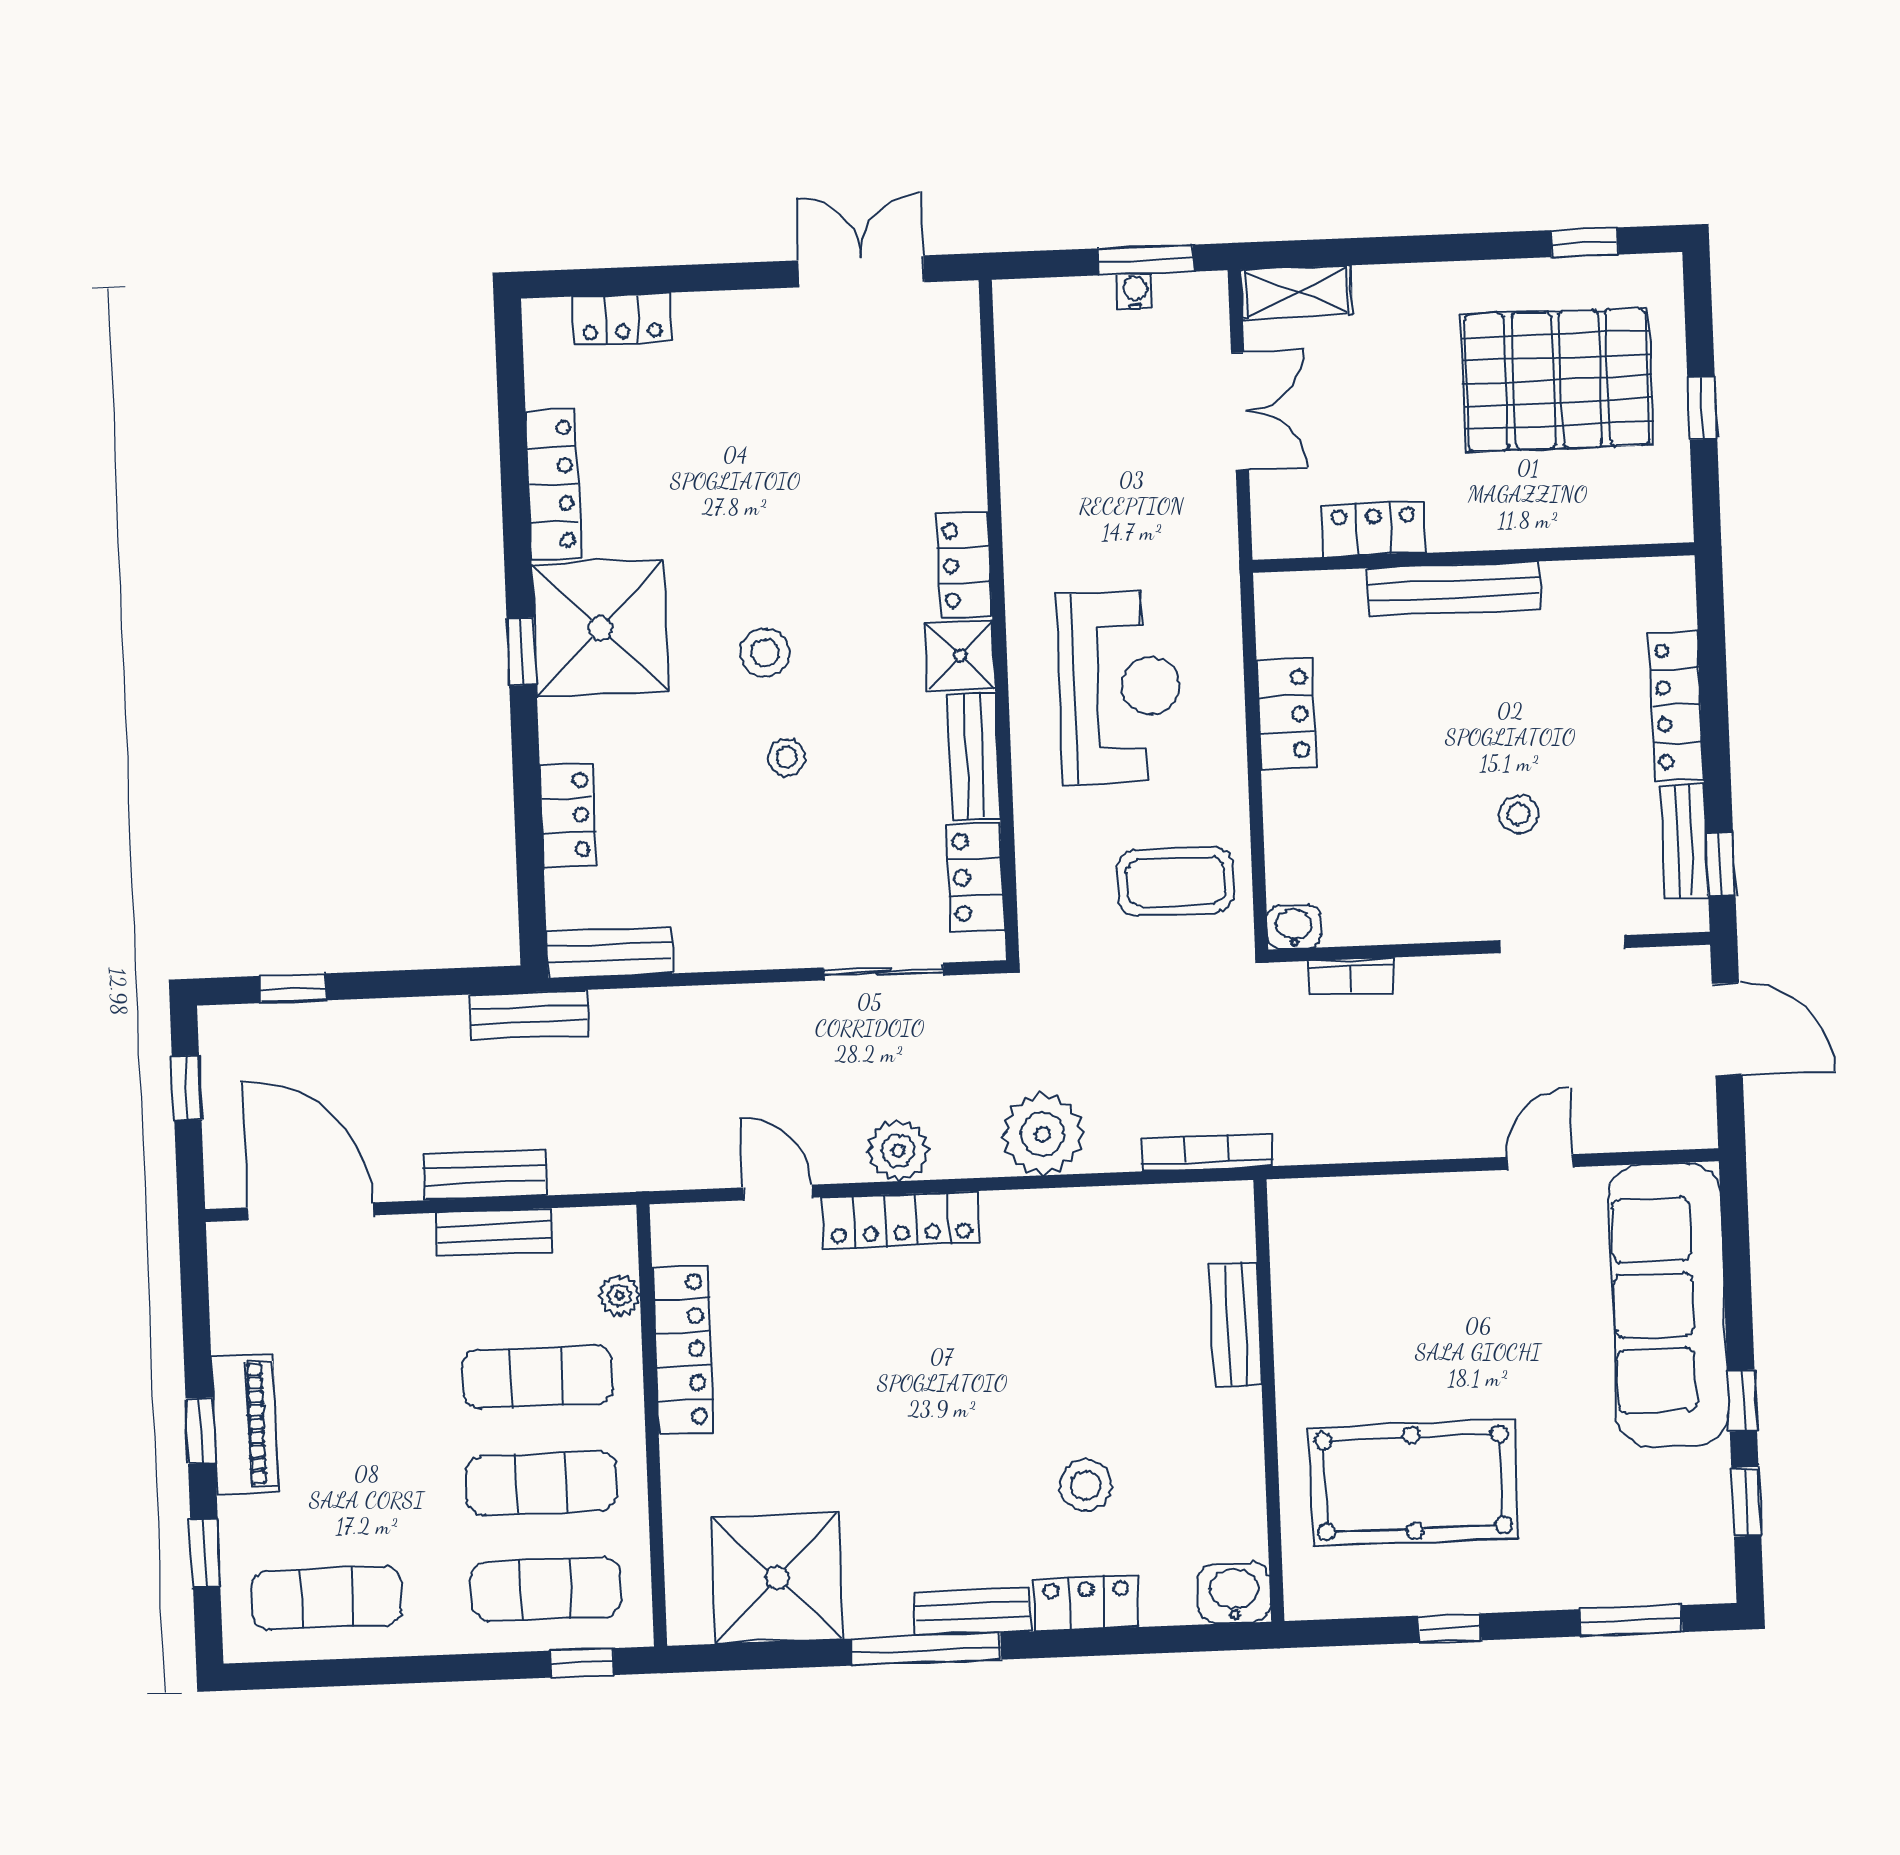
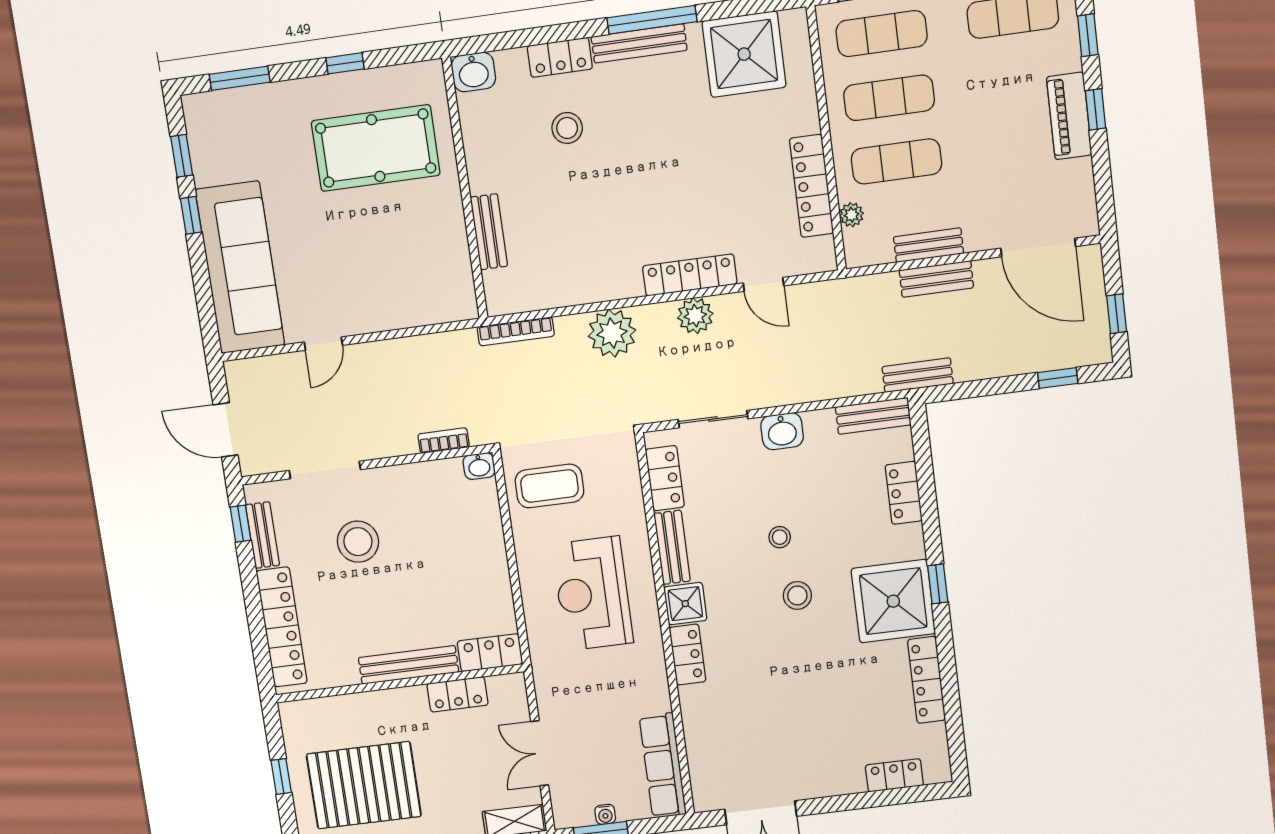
row of seats: (1025, 371) -> (663, 765), added
locker: (1676, 706) -> (282, 627), width x1.41, depth x1.21
locker: (1286, 714) -> (490, 653), moved, turned 90
stool: (1519, 814) -> (358, 542), width x1.89, depth x1.89
washbasin: (767, 940) -> (782, 431), added
bench: (972, 1612) -> (639, 43), width x1.36

